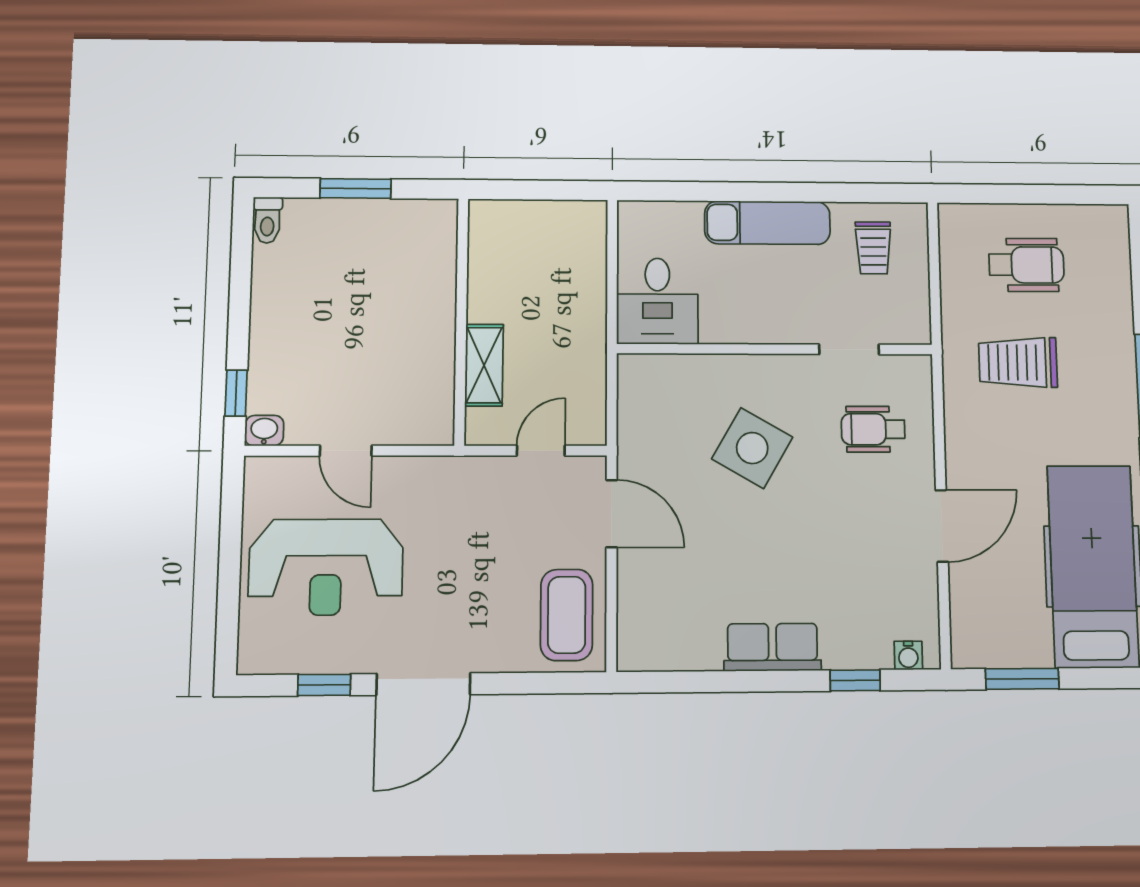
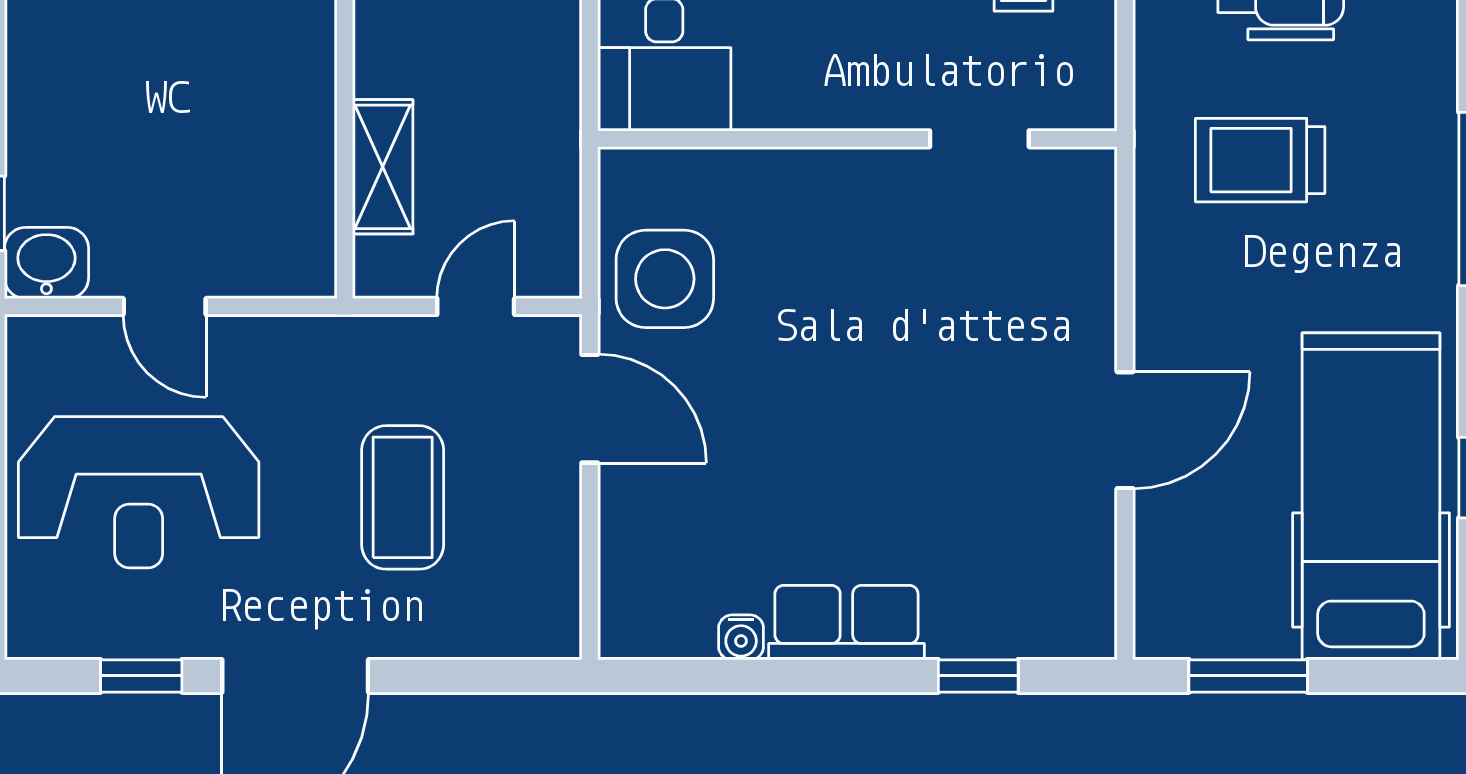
wheelchair: (873, 429) -> (1016, 272), removed
washbasin: (264, 431) -> (46, 263), width x1.38, depth x1.45
side table: (752, 448) -> (665, 279), moved, turned -30
coffee table: (567, 615) -> (403, 497), moved
water cooler: (908, 655) -> (741, 637), moved

